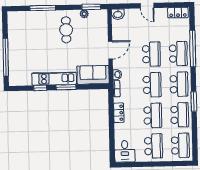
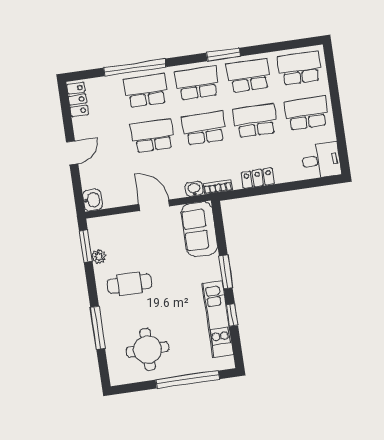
round table: (26, 36) -> (148, 349), added
kitchen unit: (54, 79) -> (218, 319), moved

